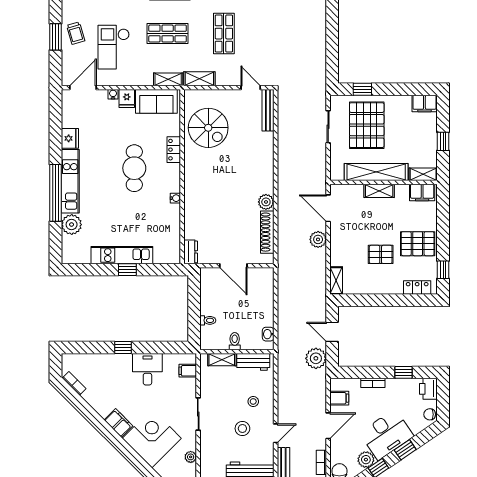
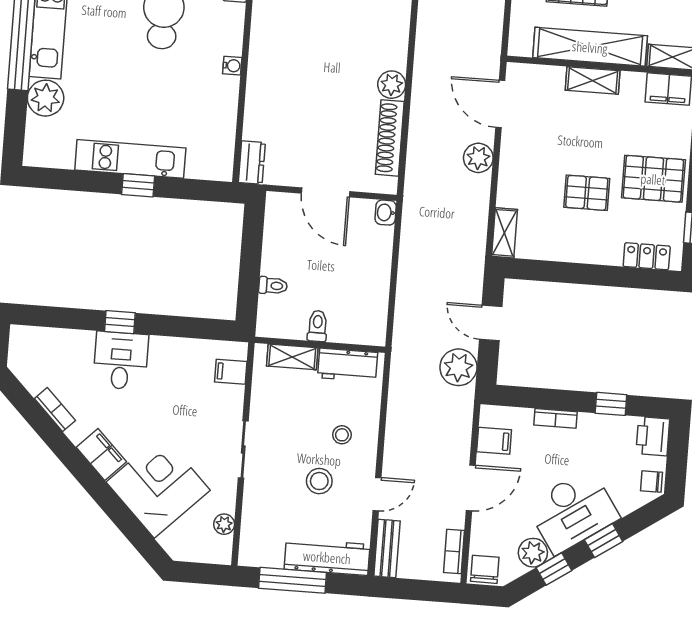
washbasin: (268, 334) -> (386, 213), moved
desk: (147, 369) -> (121, 361), moved
bookcase: (74, 383) -> (55, 409), moved

